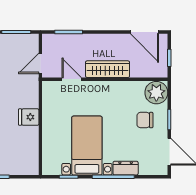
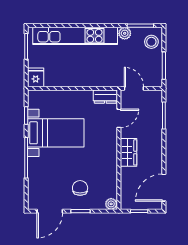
wardrobe: (108, 69) -> (128, 152), width x0.67
plant: (156, 93) -> (111, 204), width x0.53, depth x0.53
fridge: (29, 117) -> (36, 77), moved
dresser: (126, 168) -> (105, 97), moved, turned 90

